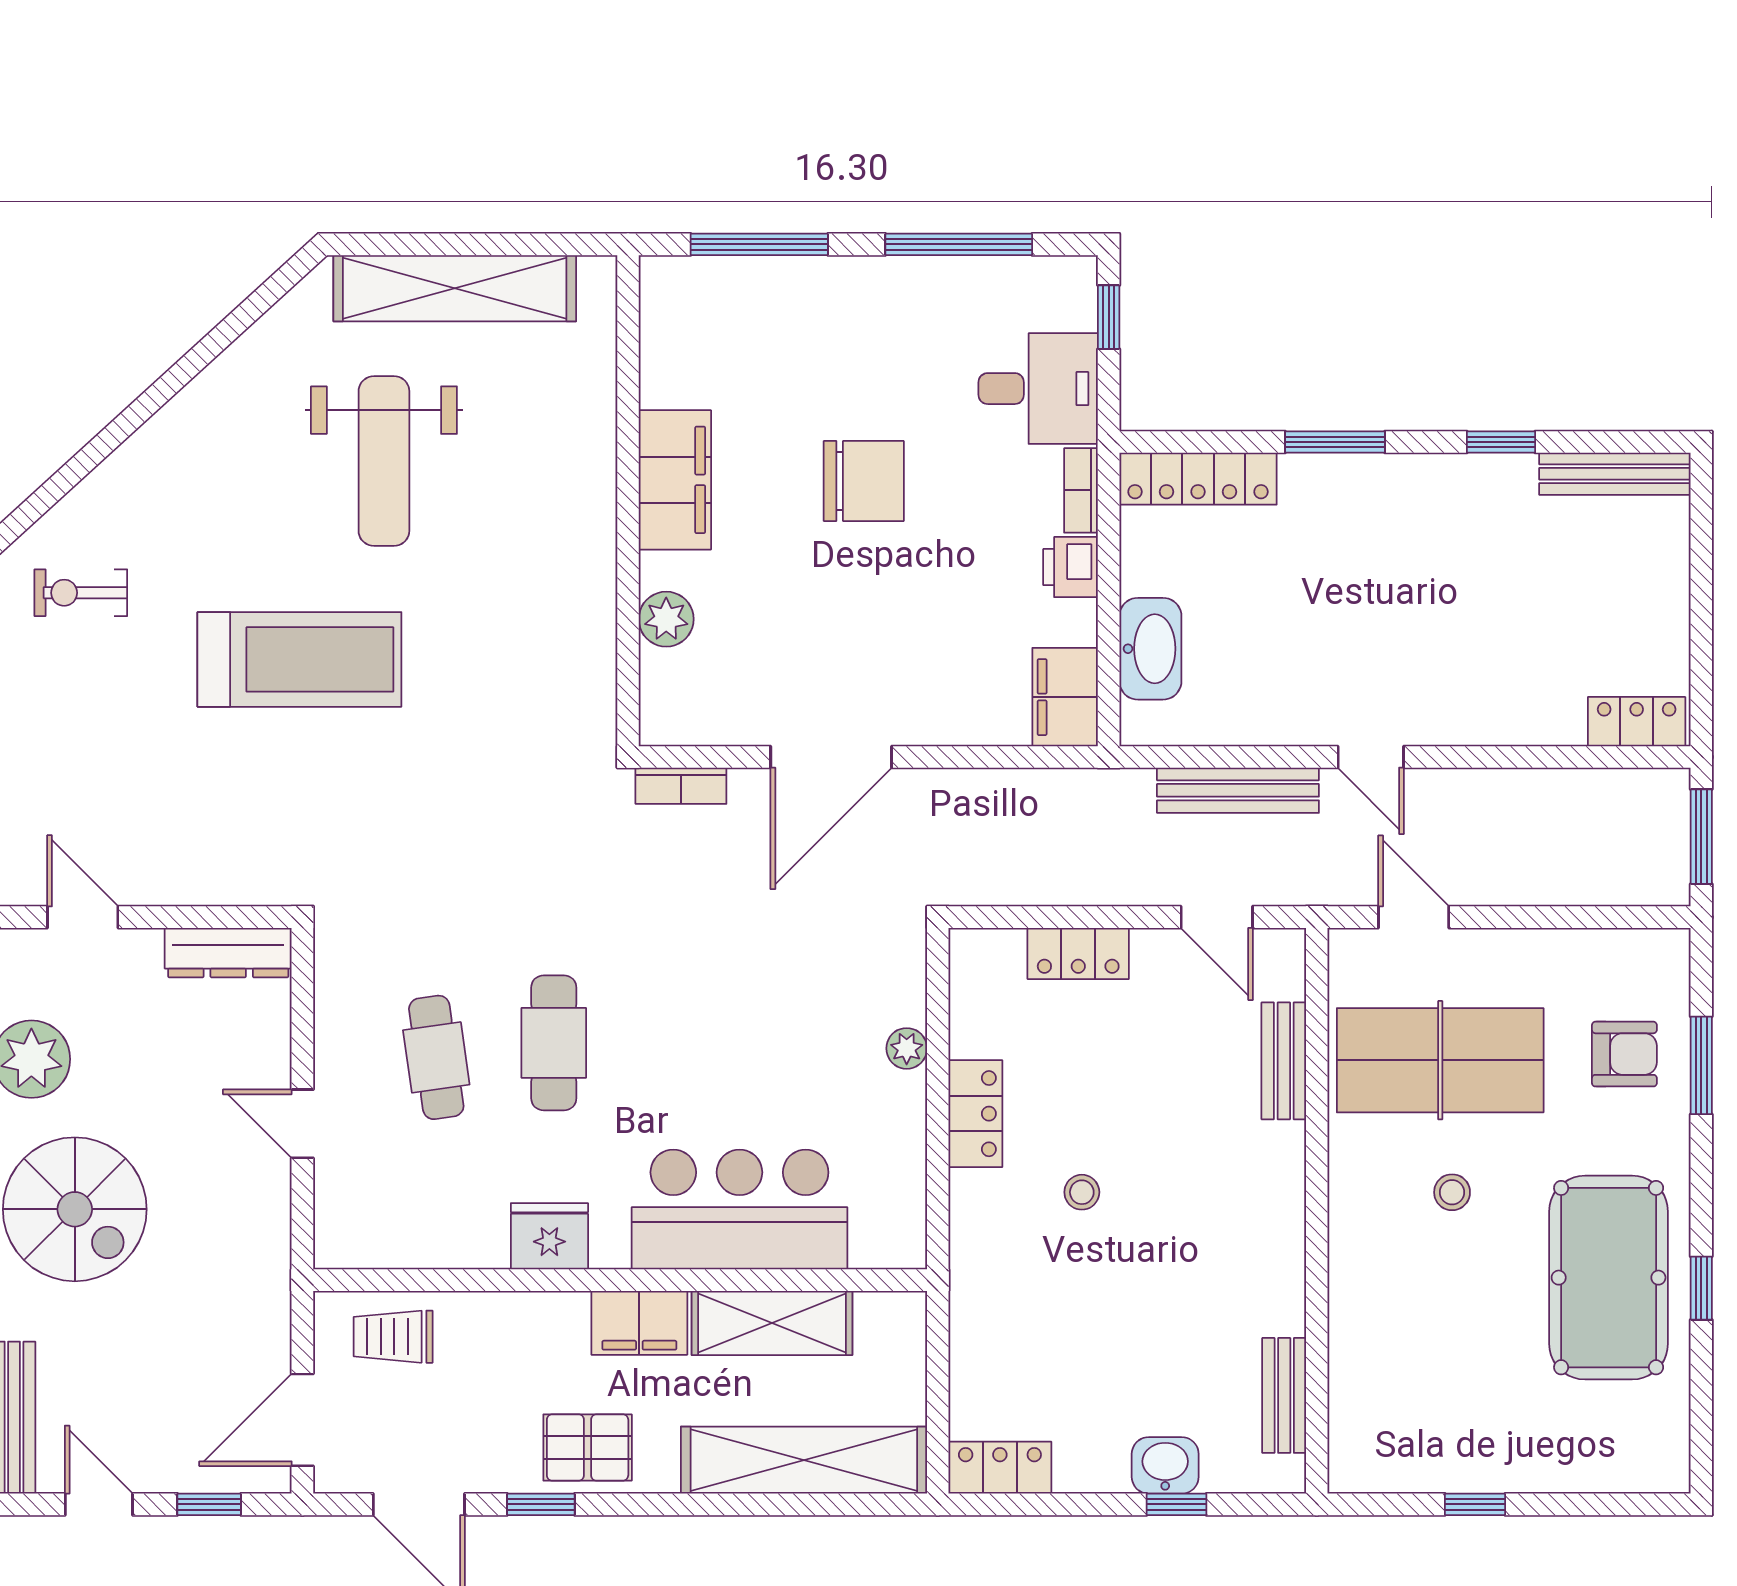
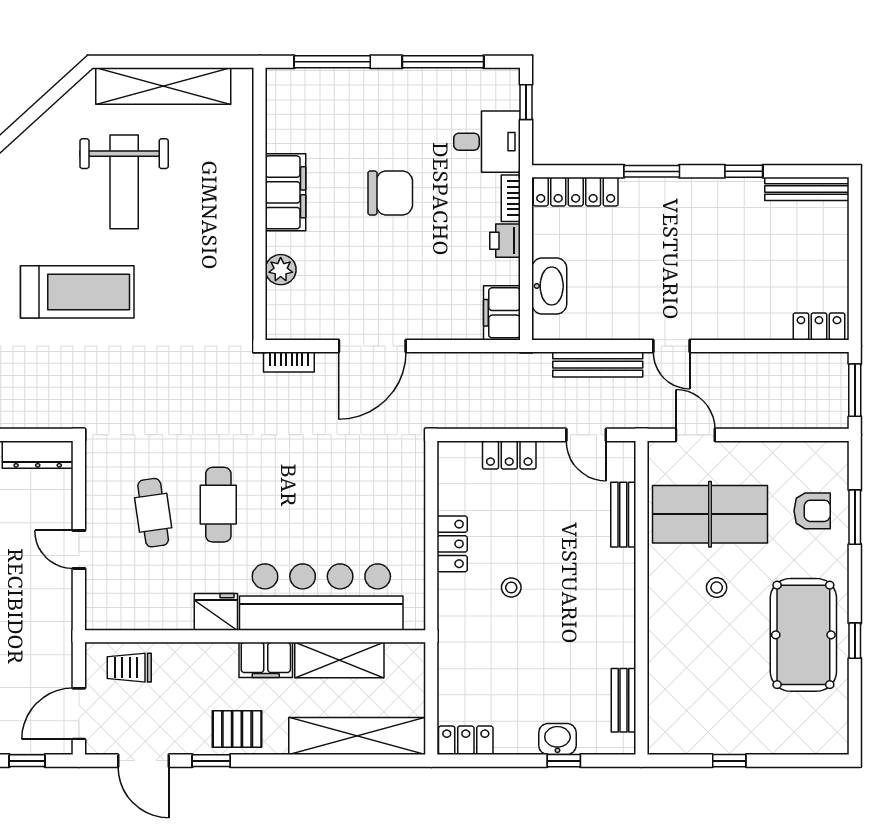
plant: (907, 1048) -> (414, 508), removed
bar counter: (739, 1210) -> (321, 597), width x1.36

